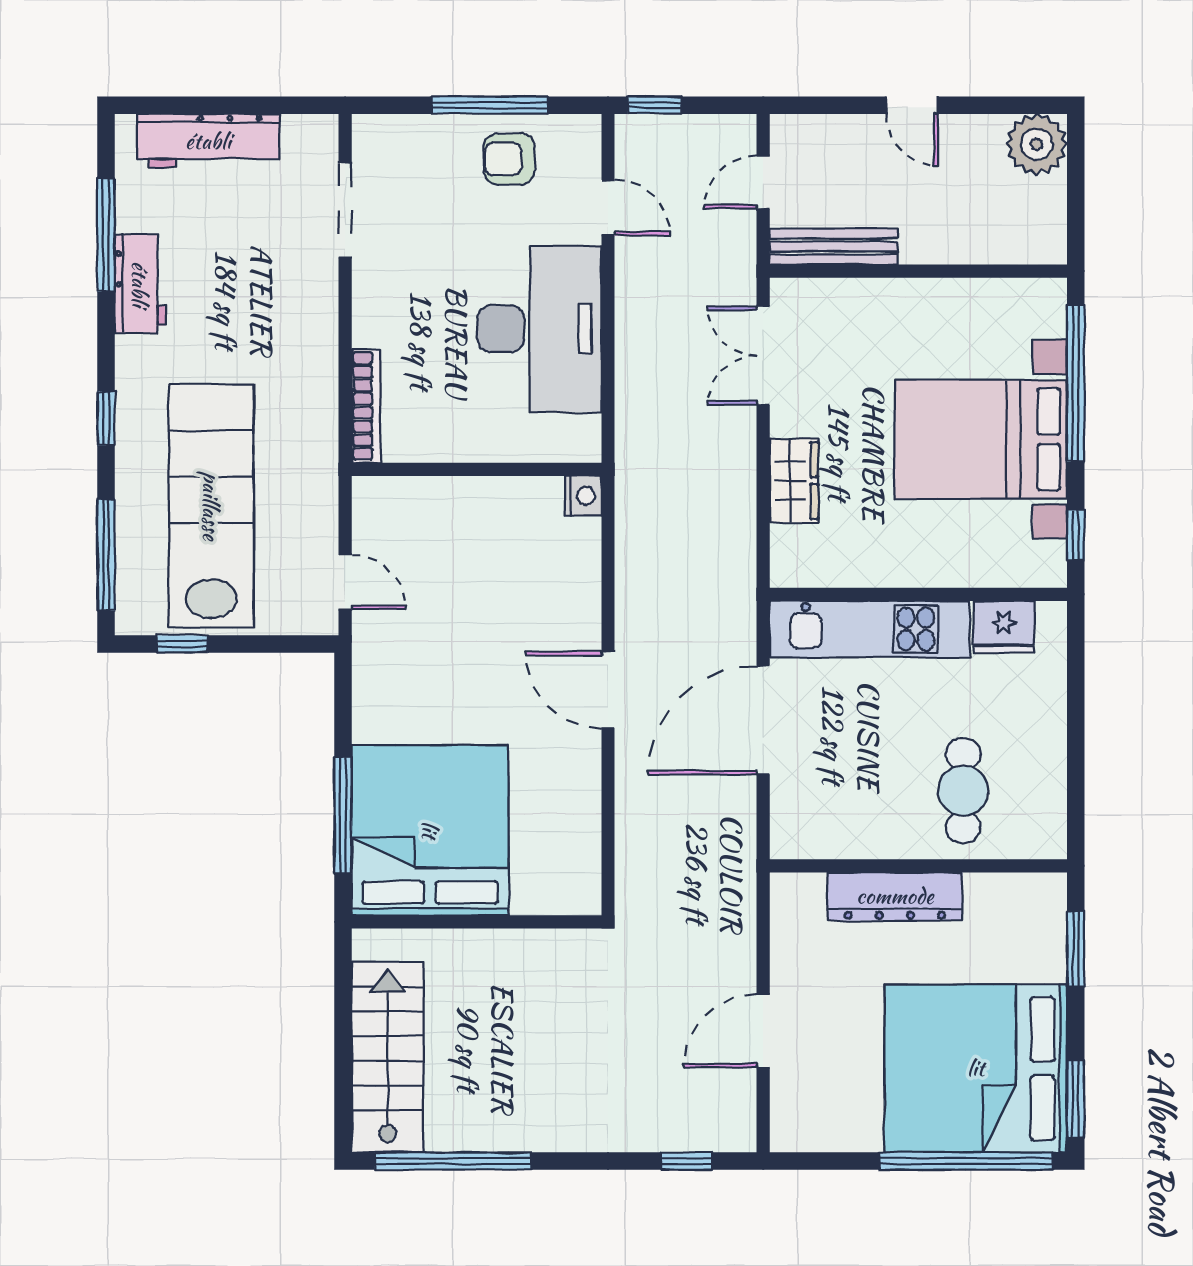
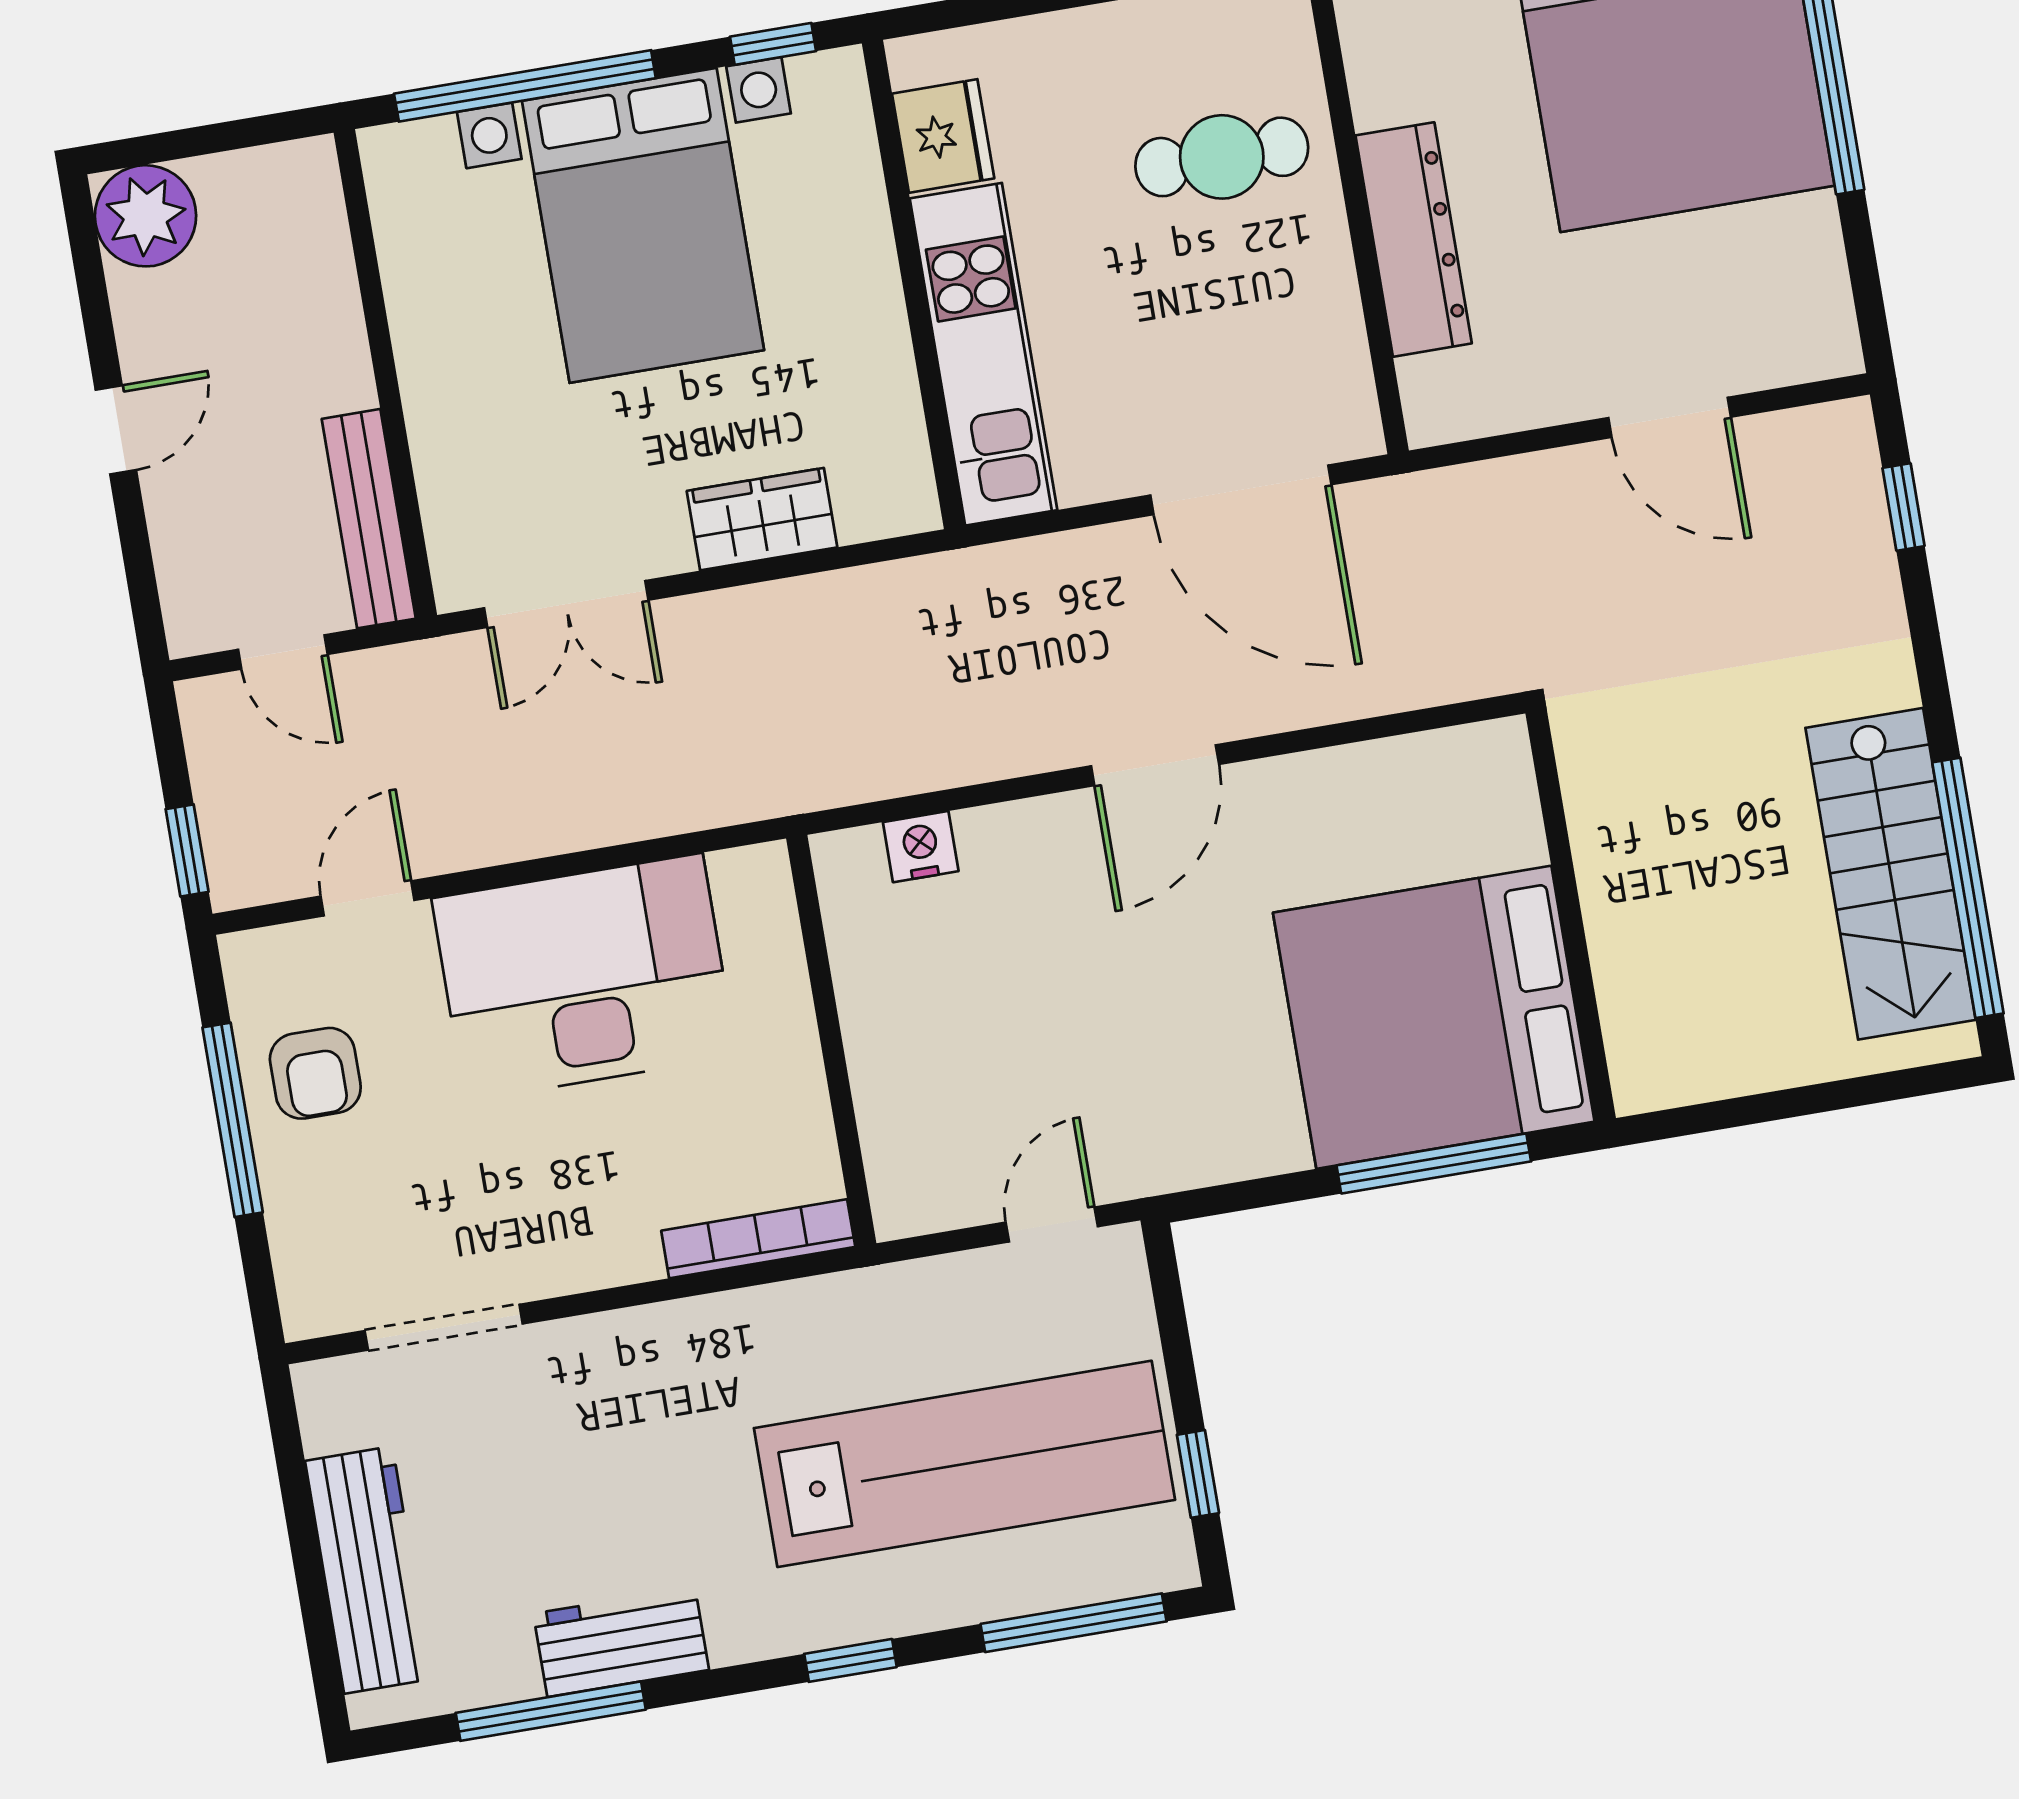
nightstand: (583, 496) -> (921, 847), moved
lab bench: (211, 506) -> (965, 1464), turned 180
door: (763, 720) -> (1241, 490), moved
stairs: (388, 1057) -> (1891, 874), moved, turned -90

